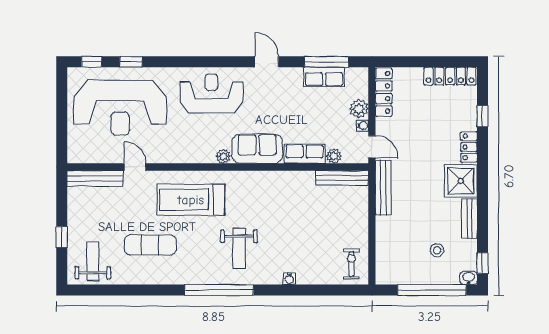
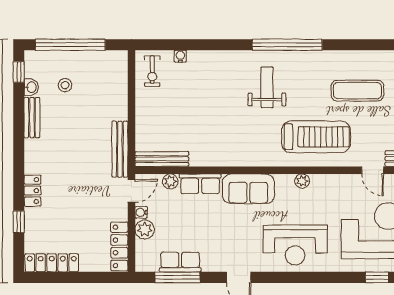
door: (372, 147) -> (131, 191), swing flipped
plant: (223, 156) -> (302, 181), moved
shower: (461, 181) -> (41, 156), removed
washbasin: (469, 278) -> (31, 87), moved, turned -90
water cooler: (289, 279) -> (180, 56), moved

